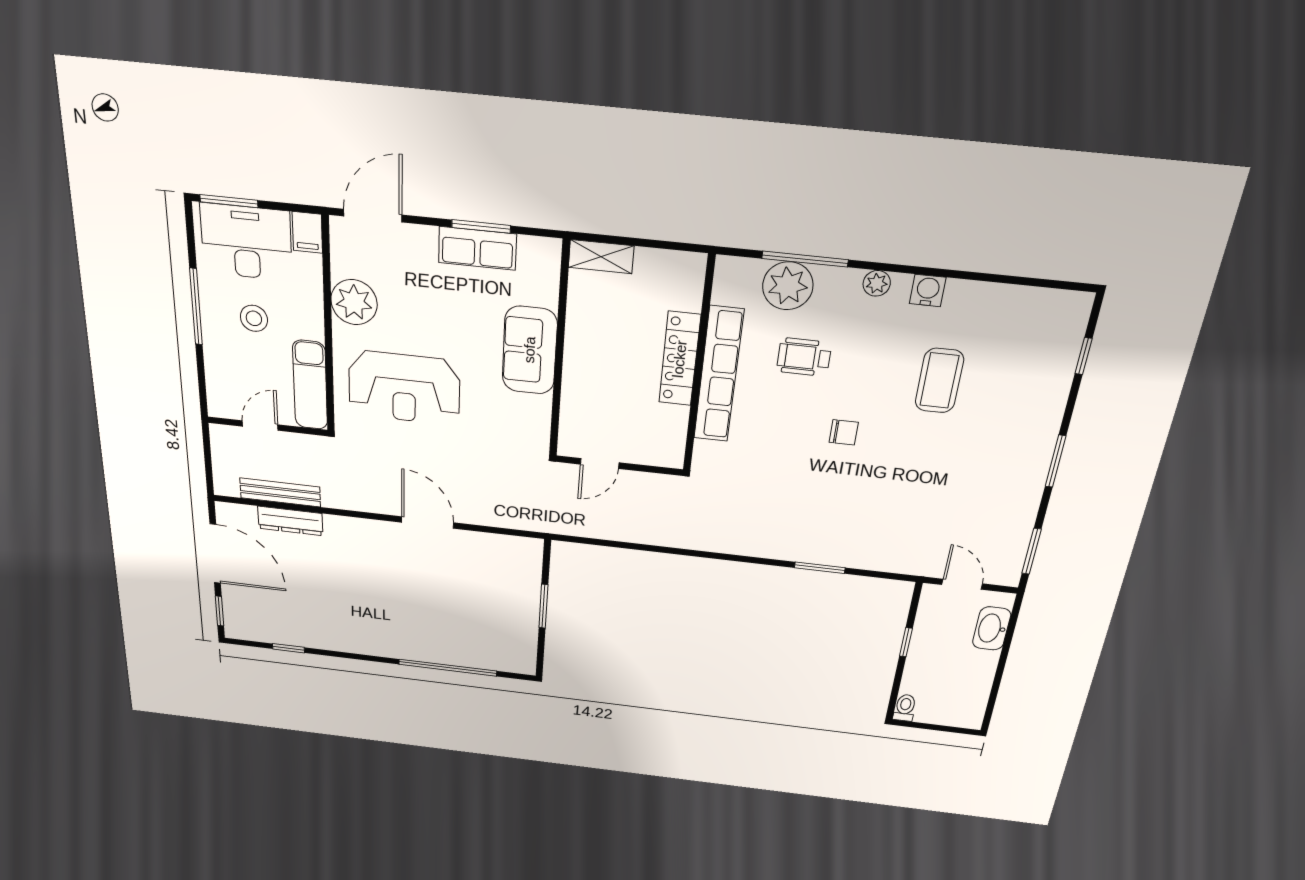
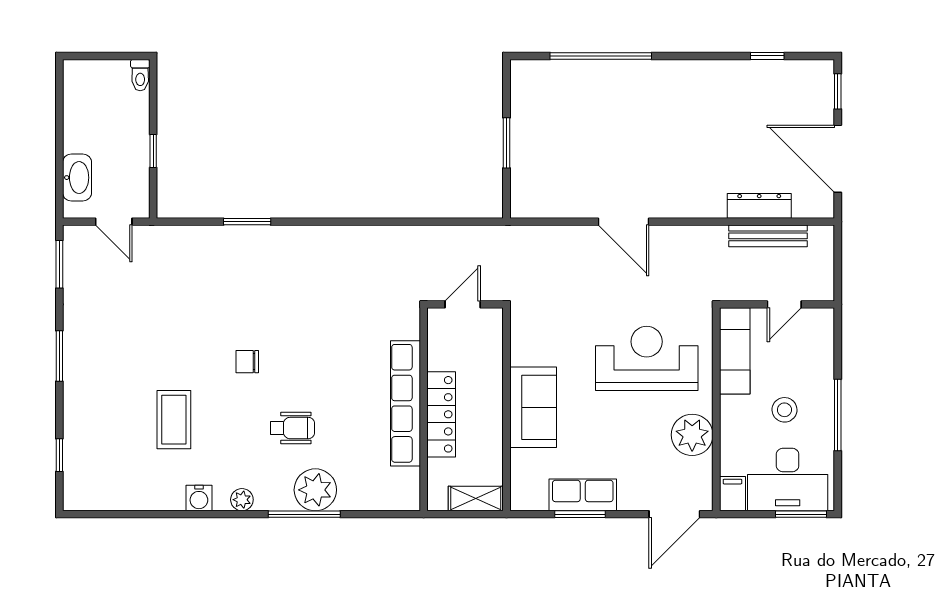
locker: (680, 359) -> (441, 414), moved
wall: (699, 366) -> (424, 409), moved
row of seats: (719, 375) -> (405, 403), moved

